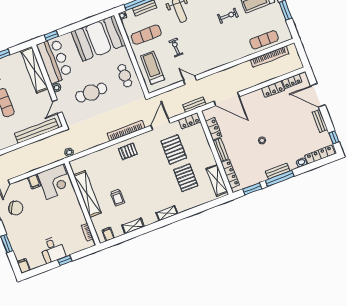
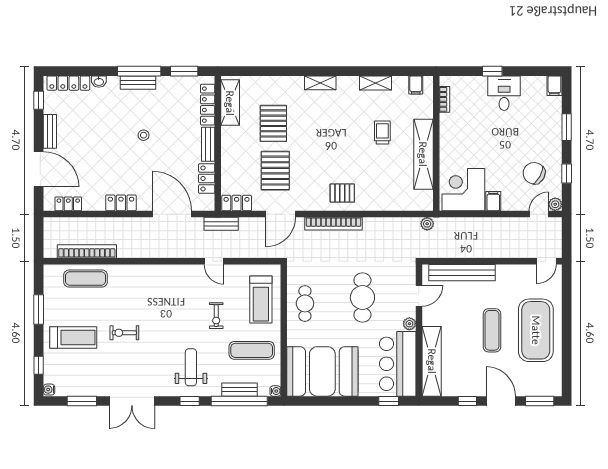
locker: (273, 89) -> (121, 203), moved
cafe table: (91, 93) -> (362, 298), turned 90

